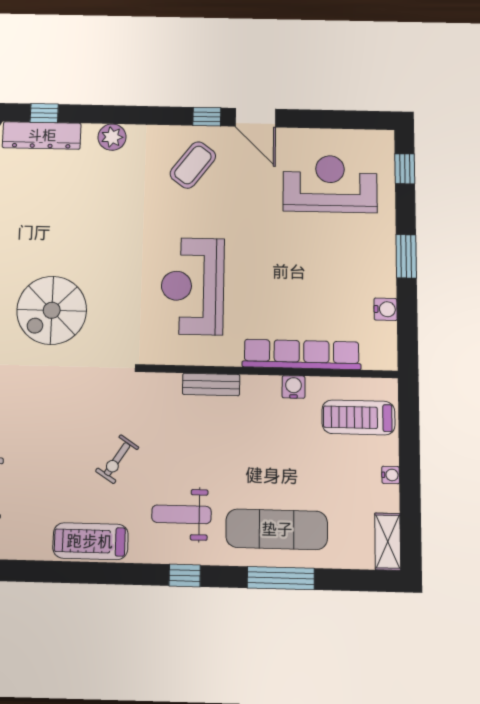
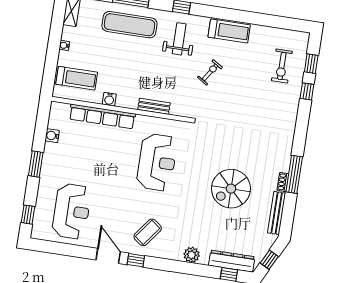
reception desk: (330, 184) -> (72, 211), turned -90
spiral stairs: (52, 310) -> (231, 189), moved, turned 180
weight bench: (181, 514) -> (179, 39), turned -90

